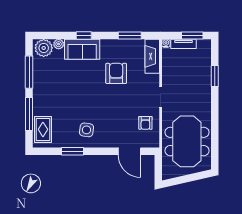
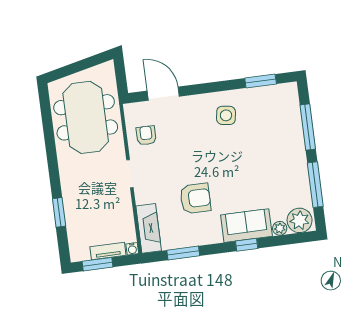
armchair: (116, 73) -> (195, 198), turned -90
rug: (43, 129) -> (286, 108), removed
window: (73, 151) -> (261, 81), moved

